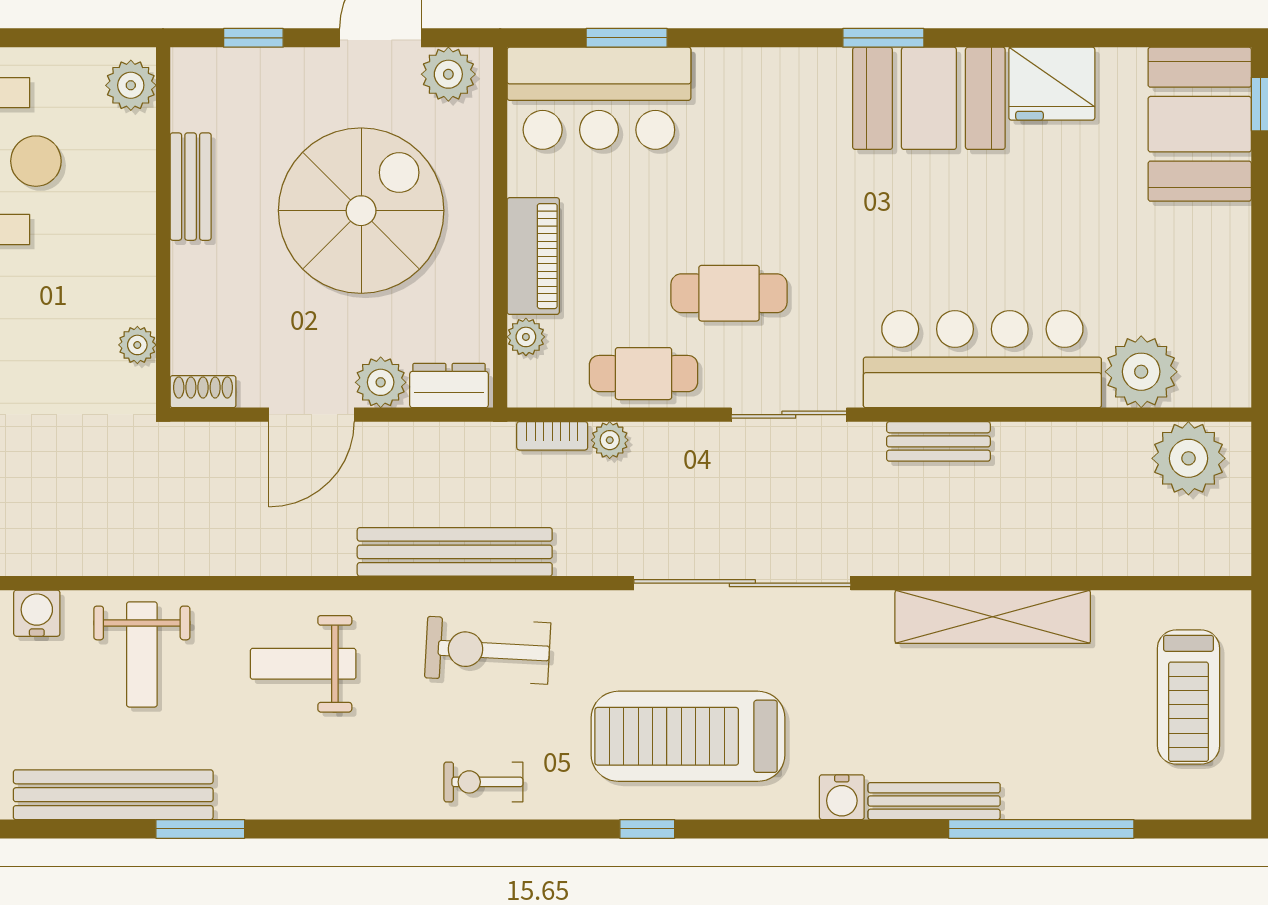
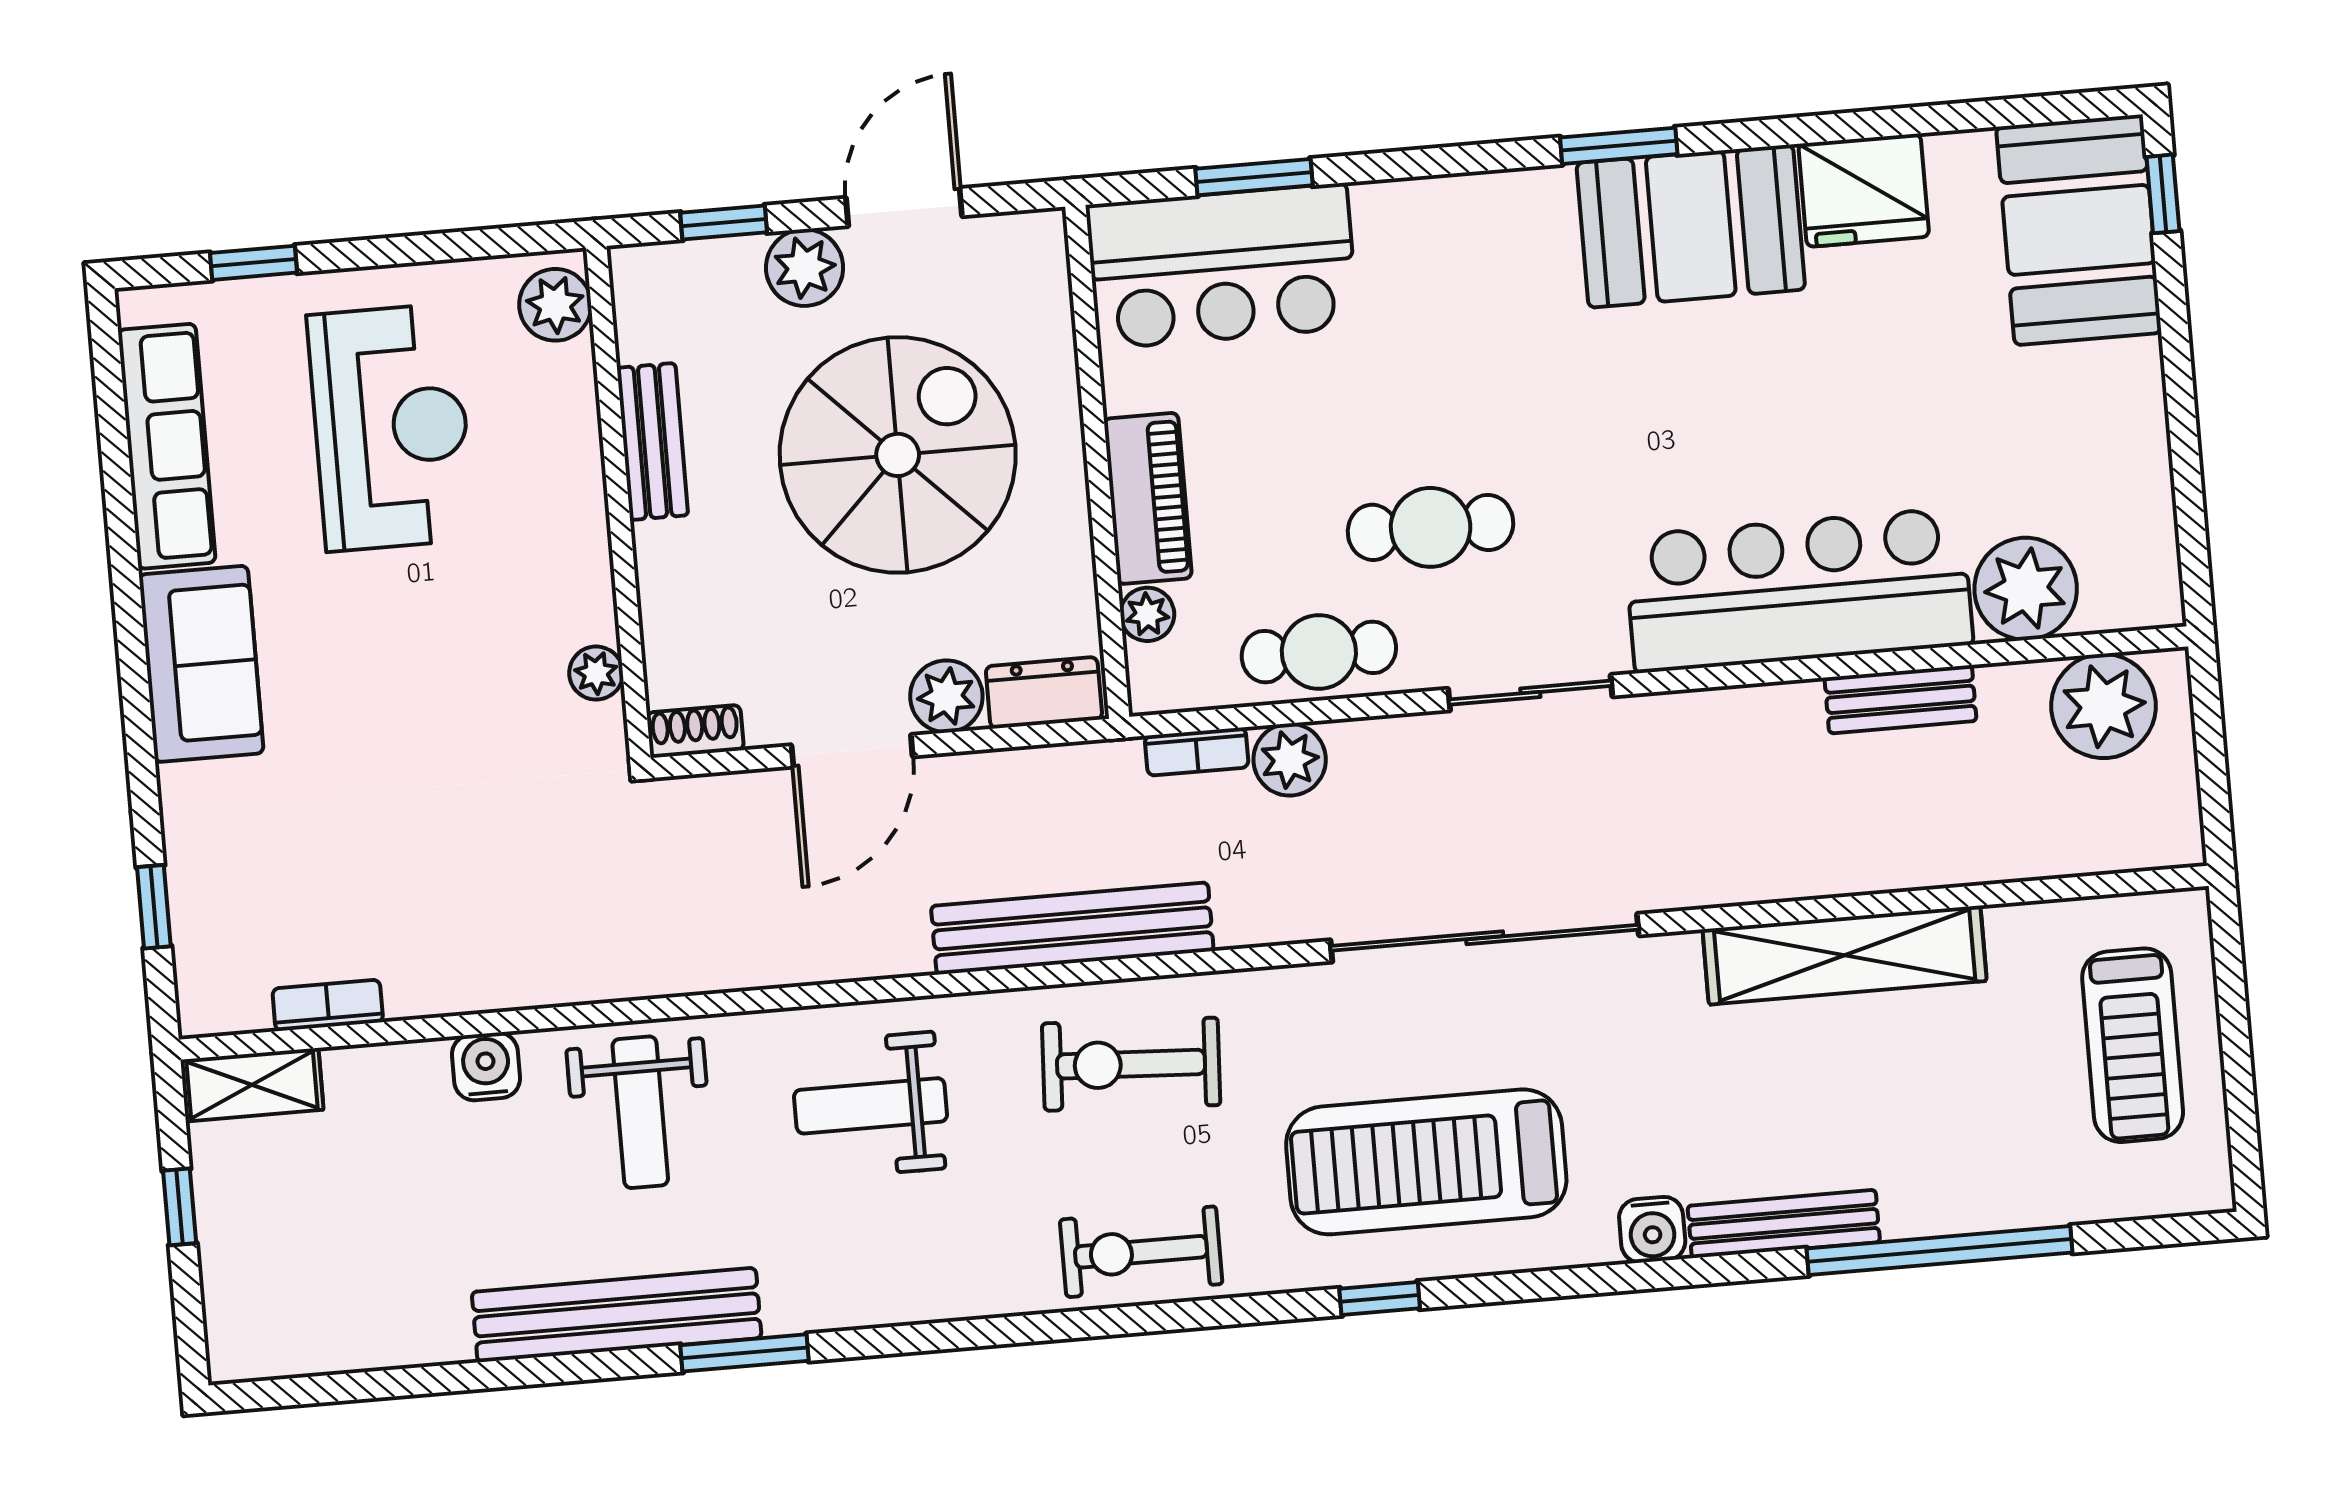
plant: (448, 74) -> (805, 268), moved
plant: (610, 440) -> (1290, 760), width x1.38, depth x1.38
bench: (938, 441) -> (1900, 699), moved
exercise bike: (483, 782) -> (1141, 1252), width x1.38, depth x1.39

